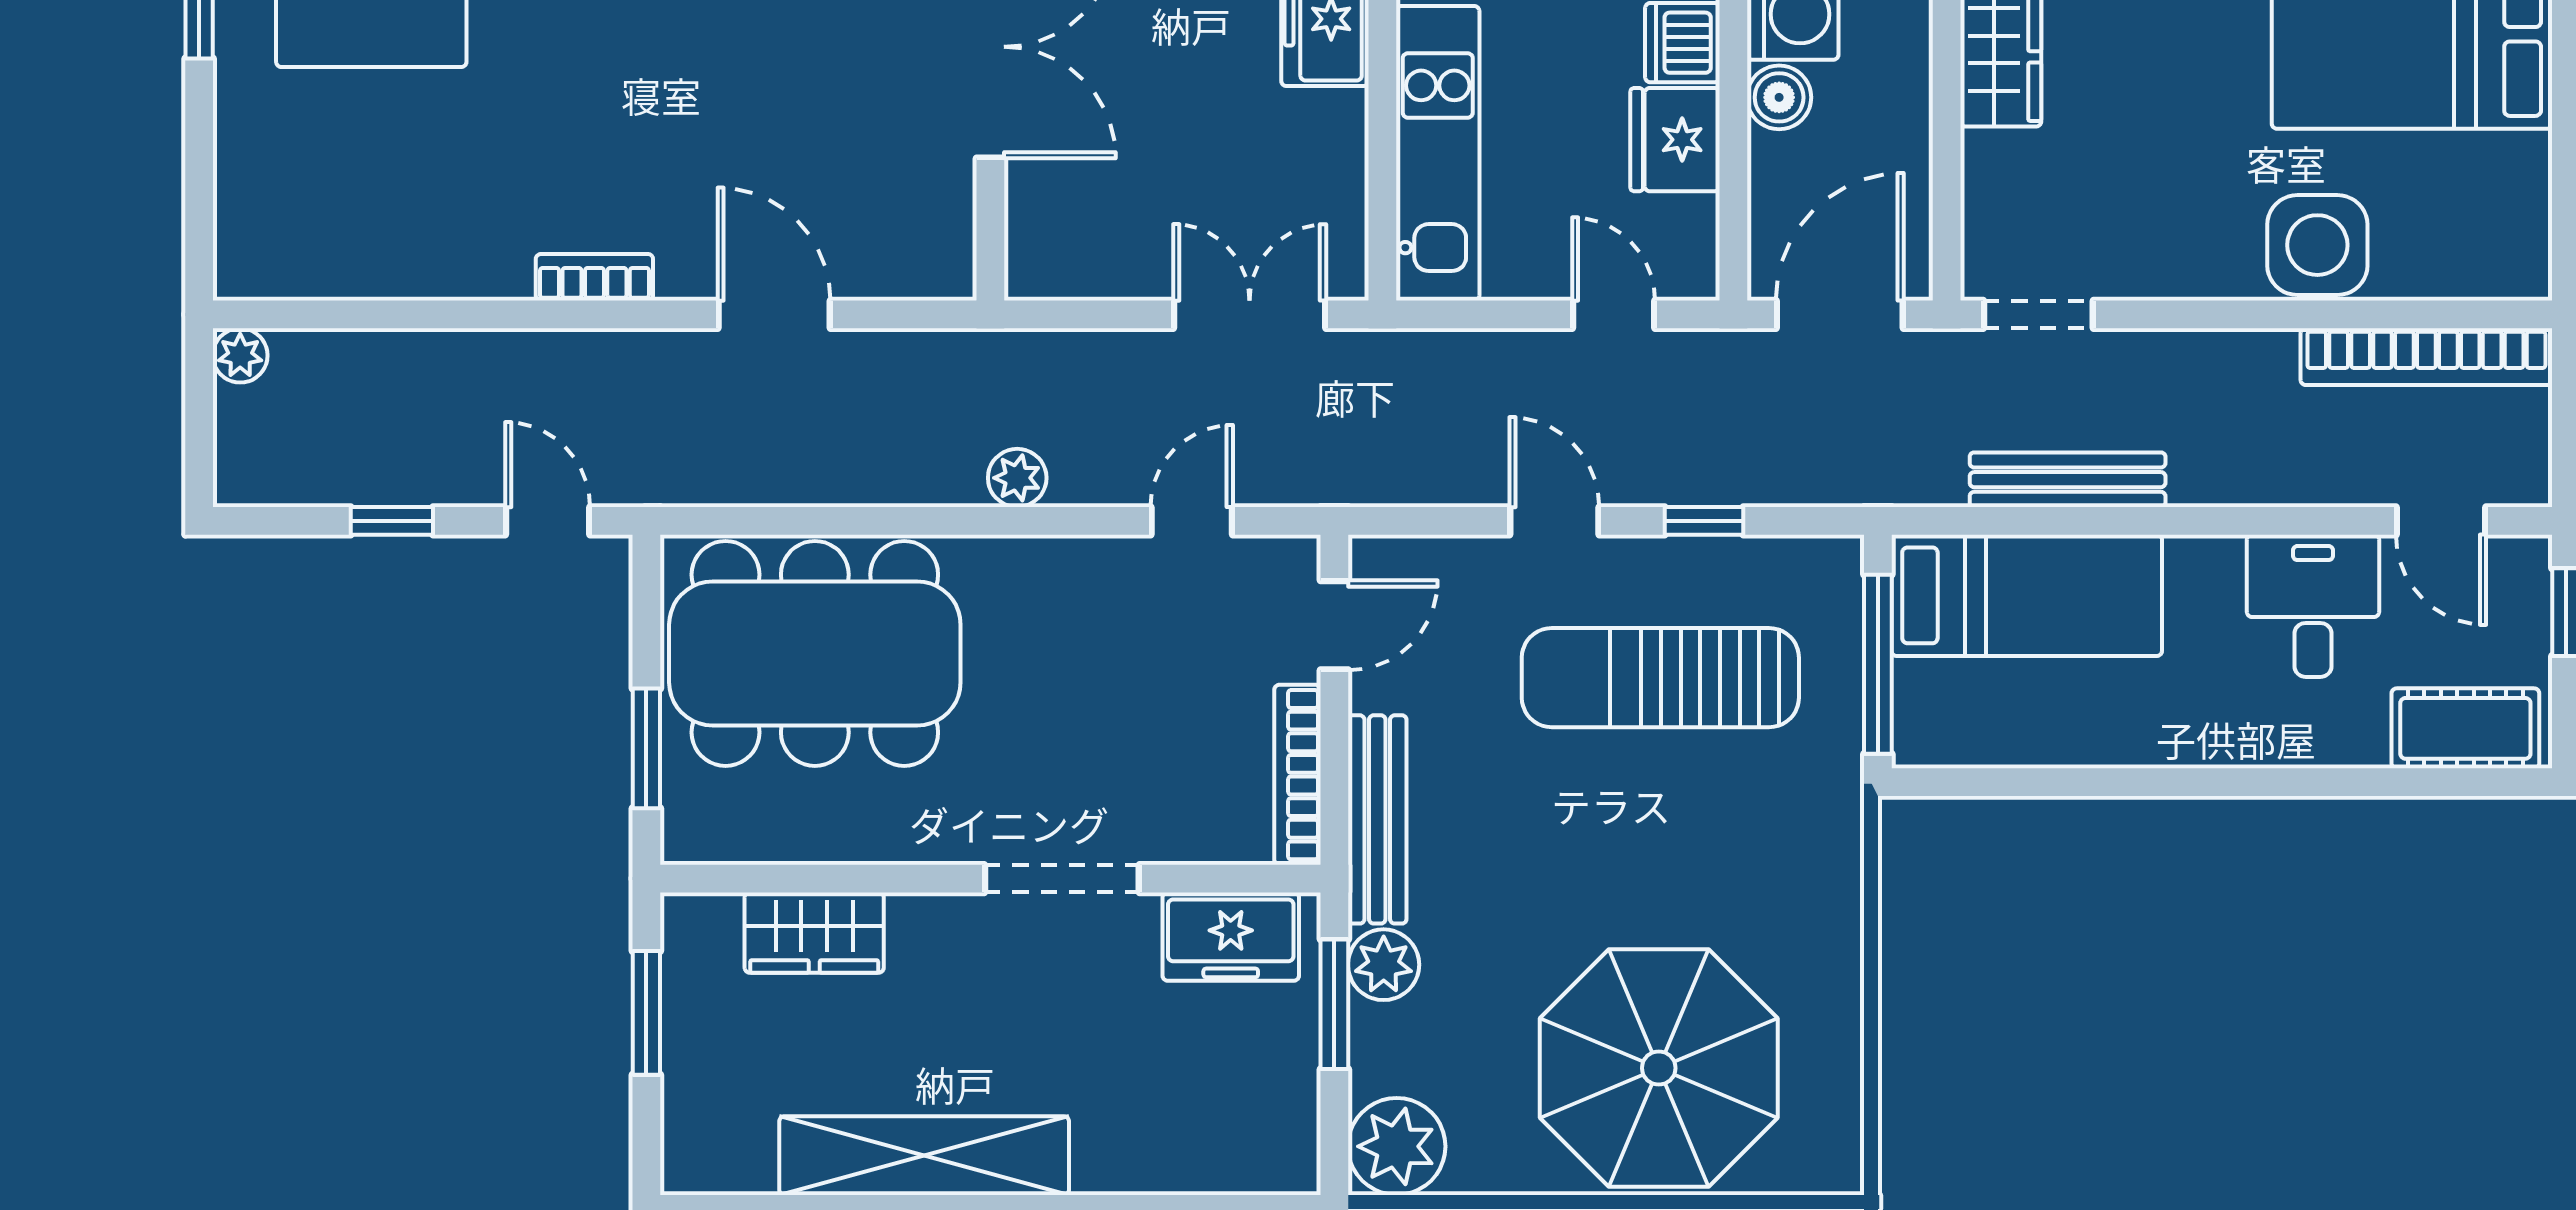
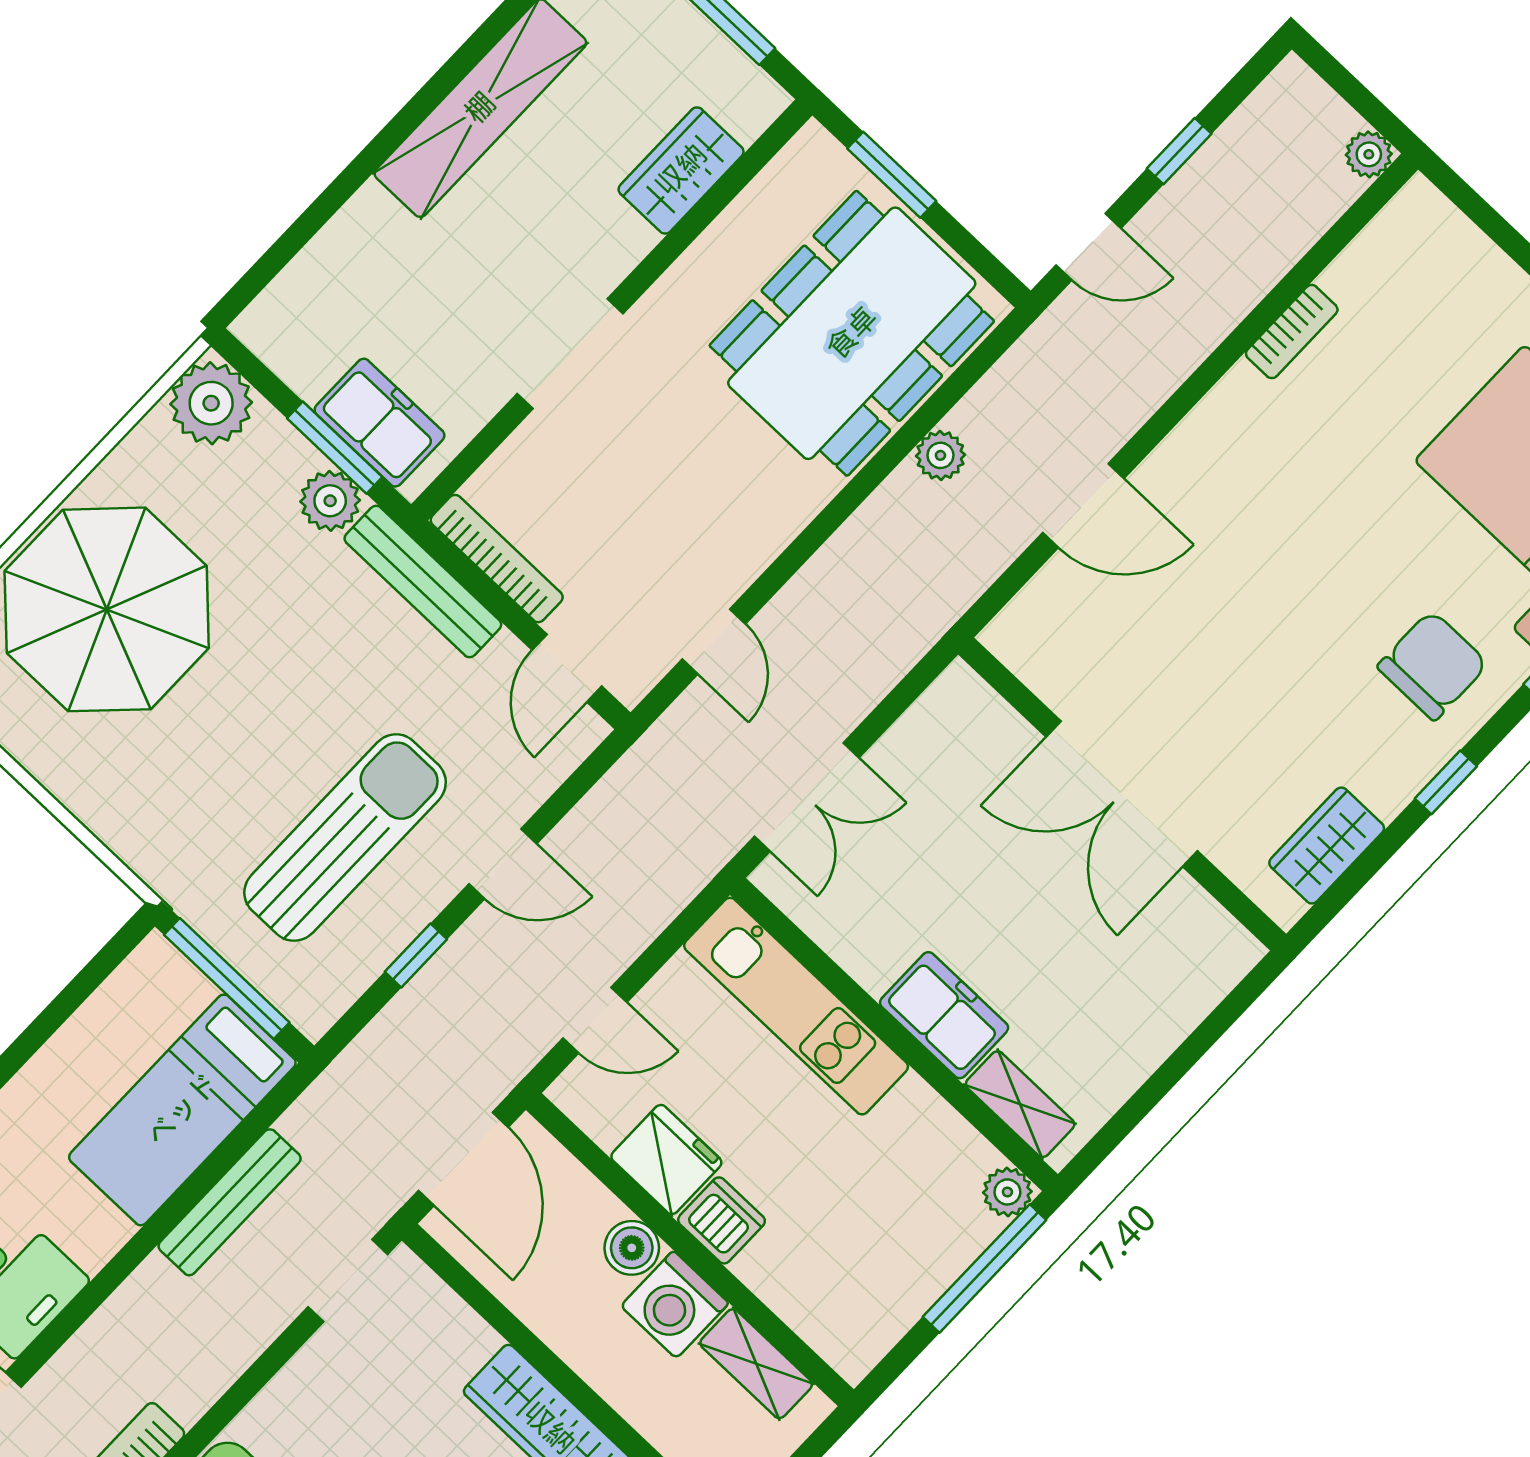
bookcase: (594, 277) -> (1292, 332), moved
plant: (1017, 478) -> (940, 455), moved
freezer: (1231, 937) -> (379, 423), moved, turned 90

